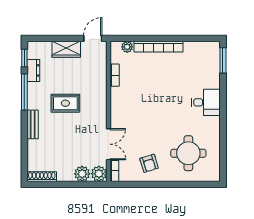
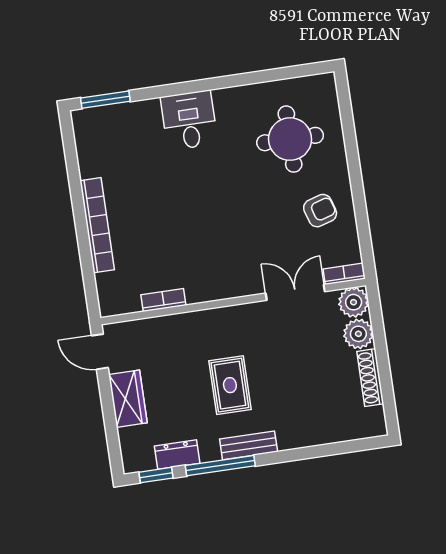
plant: (127, 47) -> (106, 284), removed
bench: (33, 124) -> (249, 445), moved
shoe rack: (42, 177) -> (370, 378), moved

